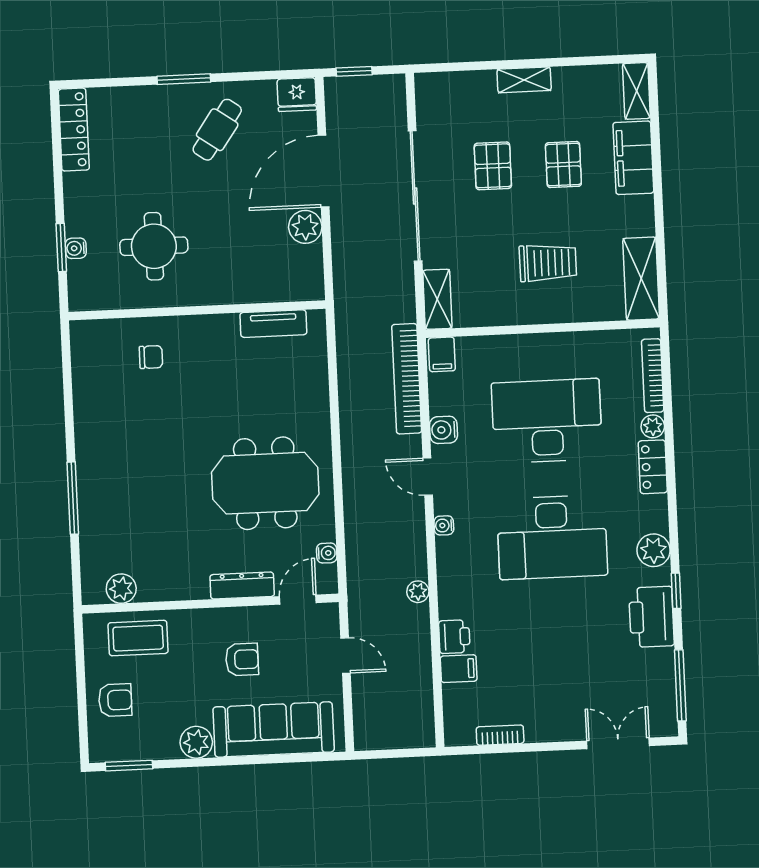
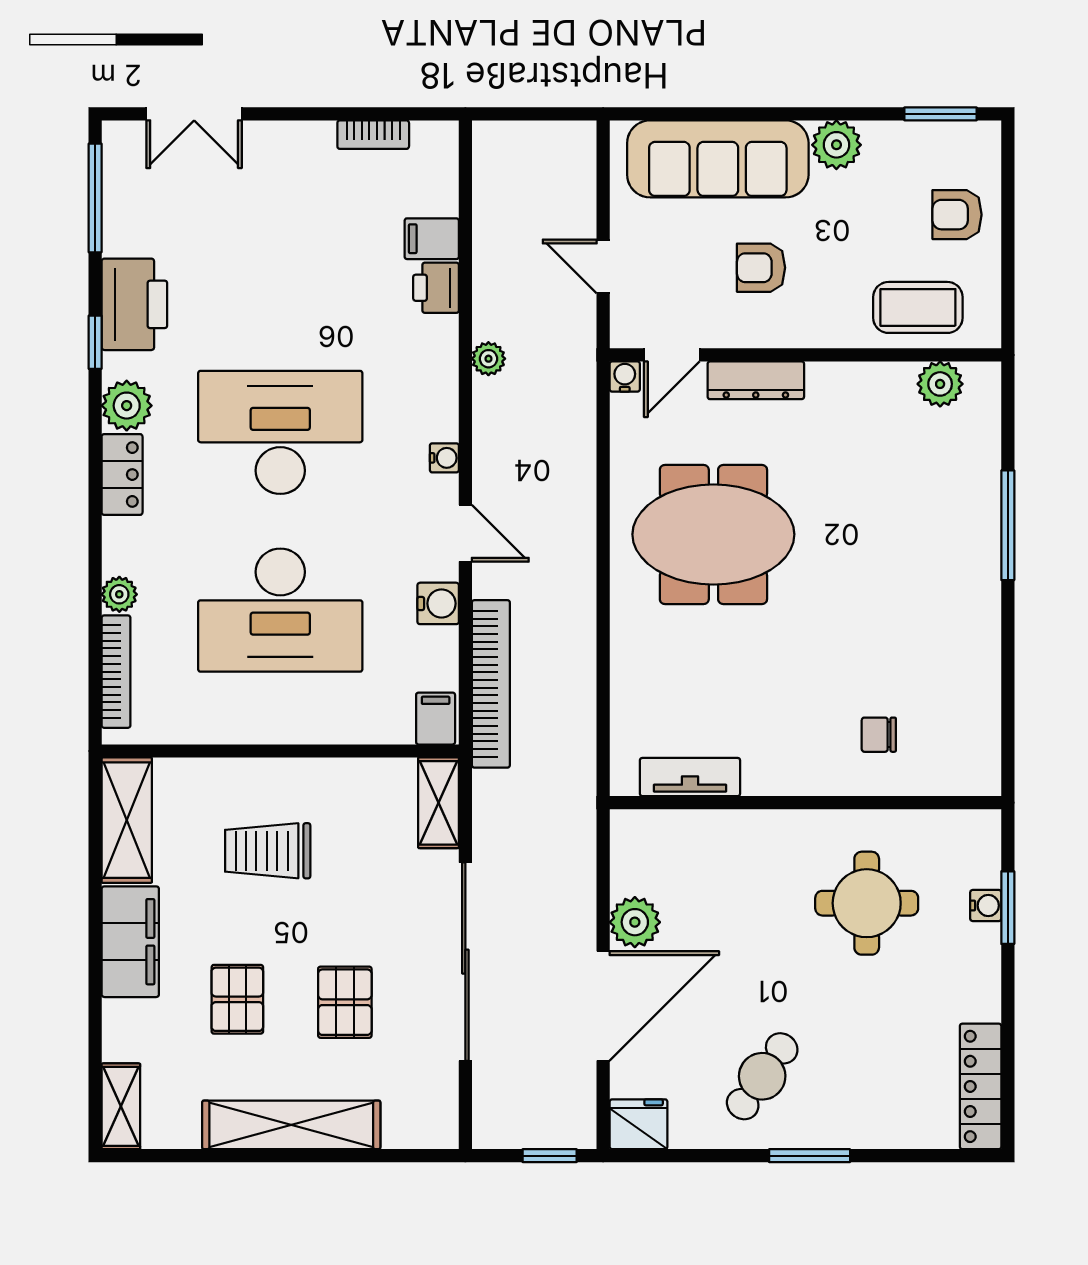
shelving: (524, 80) -> (291, 1125), width x2.20, depth x1.33
filing cabinet: (633, 158) -> (130, 942), moved
locker: (653, 467) -> (122, 475), moved
water cooler: (327, 553) -> (625, 377), moved, turned 90

